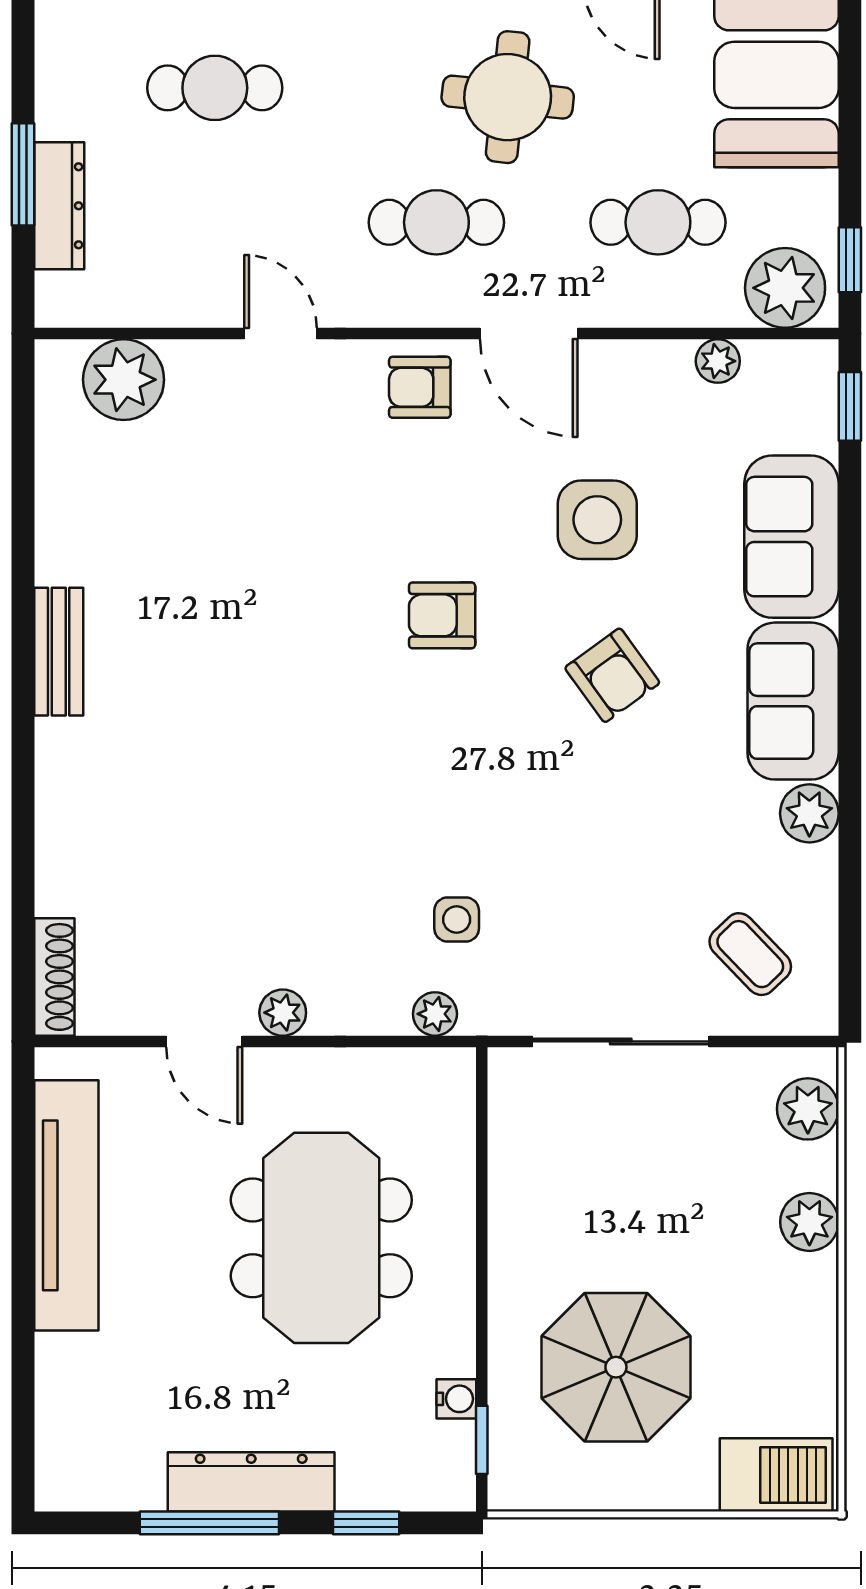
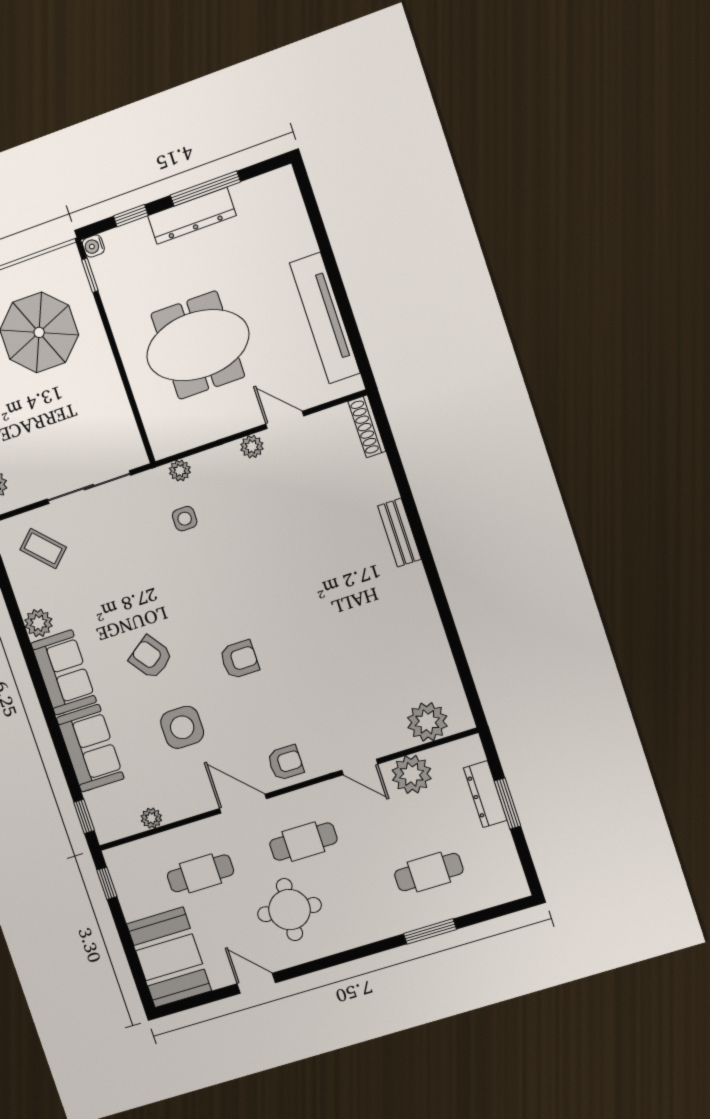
plant: (785, 288) -> (412, 774), moved
bench: (59, 652) -> (399, 533), moved
meeting table: (321, 1238) -> (198, 345), turned 90
water cooler: (456, 1399) -> (93, 246), moved

